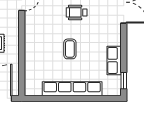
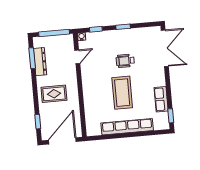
coffee table: (70, 49) -> (122, 93), width x1.86, depth x1.72

